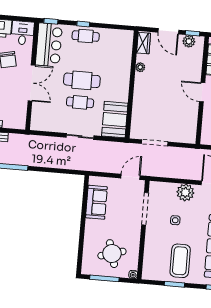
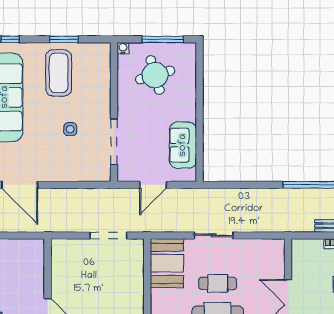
door: (130, 177) -> (153, 185), moved
plant: (185, 192) -> (59, 169), removed

